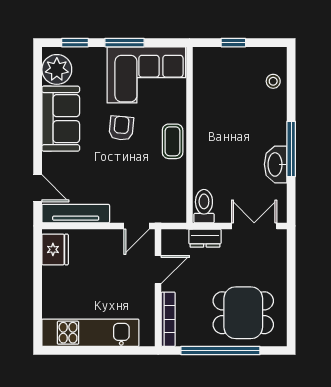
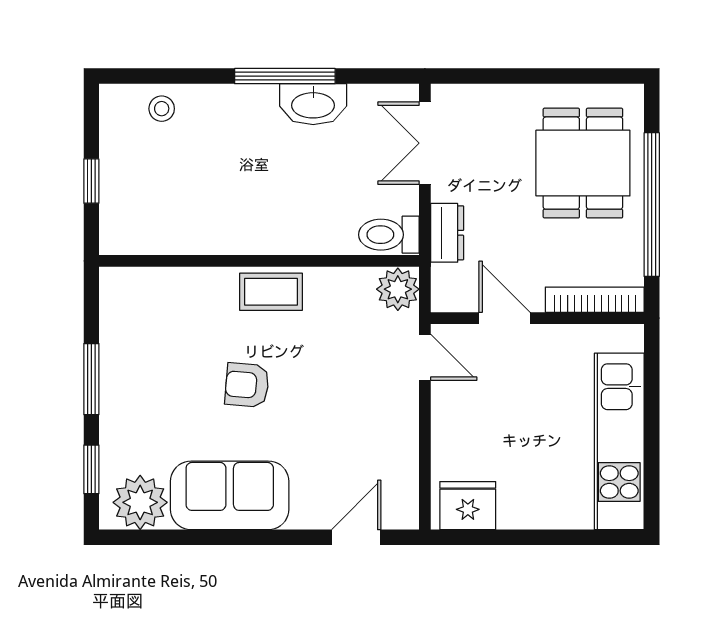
corner sofa: (146, 75) -> (150, 339), removed
plant: (174, 211) -> (398, 289), added
tv unit: (76, 214) -> (403, 468), removed

